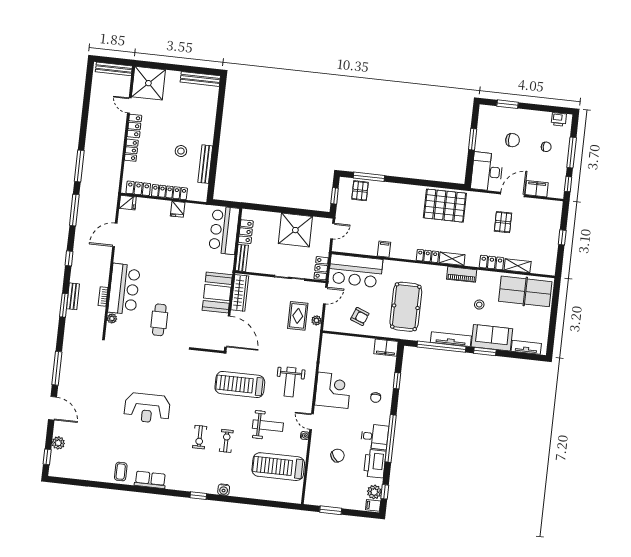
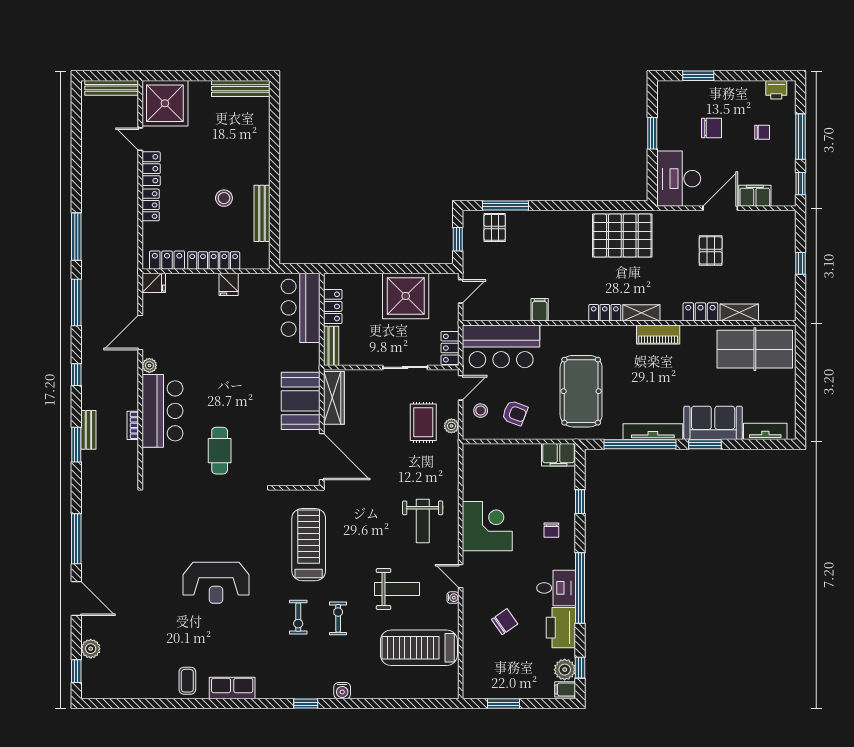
stool: (479, 305) -> (481, 411), moved
plant: (112, 318) -> (149, 365), moved
treadmill: (240, 385) -> (309, 545), moved, turned 90

